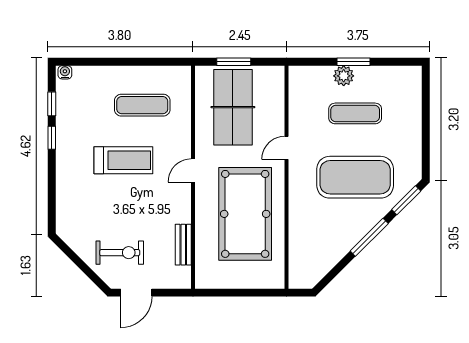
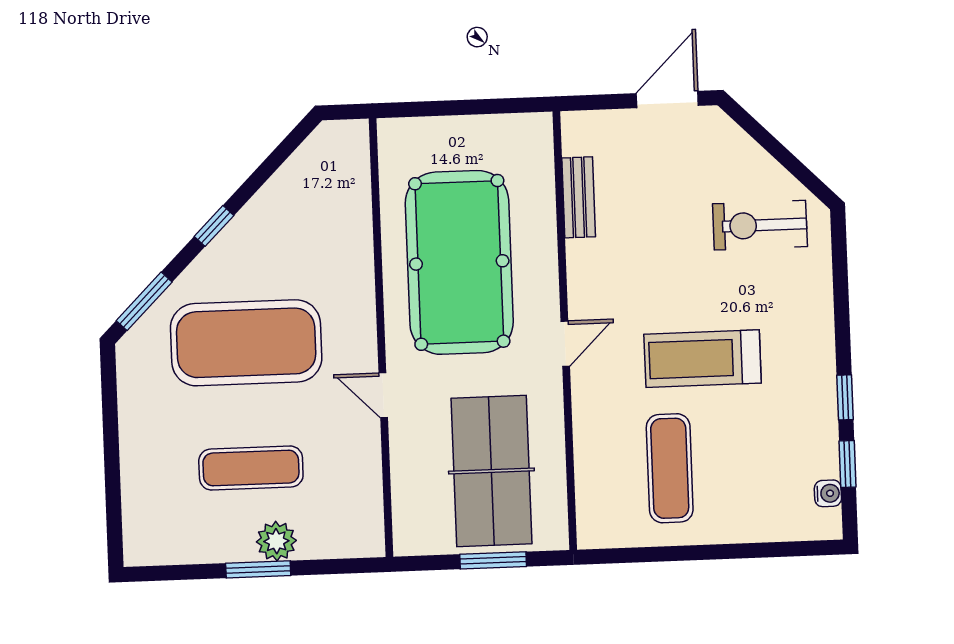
water cooler: (65, 72) -> (828, 493), moved, turned -90
exercise mat: (142, 105) -> (670, 468), turned 90
door: (286, 148) -> (383, 395), swing flipped
window: (369, 237) -> (214, 226), width x0.46
exercise bike: (120, 253) -> (760, 225), moved

